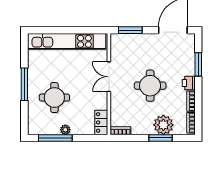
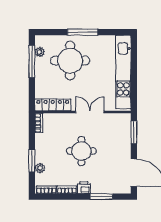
round table: (54, 98) -> (70, 61), width x1.36, depth x1.36
locker: (101, 122) -> (53, 105), width x1.53
plant: (163, 125) -> (40, 168), width x0.53, depth x0.53
plant: (65, 130) -> (40, 52), moved

